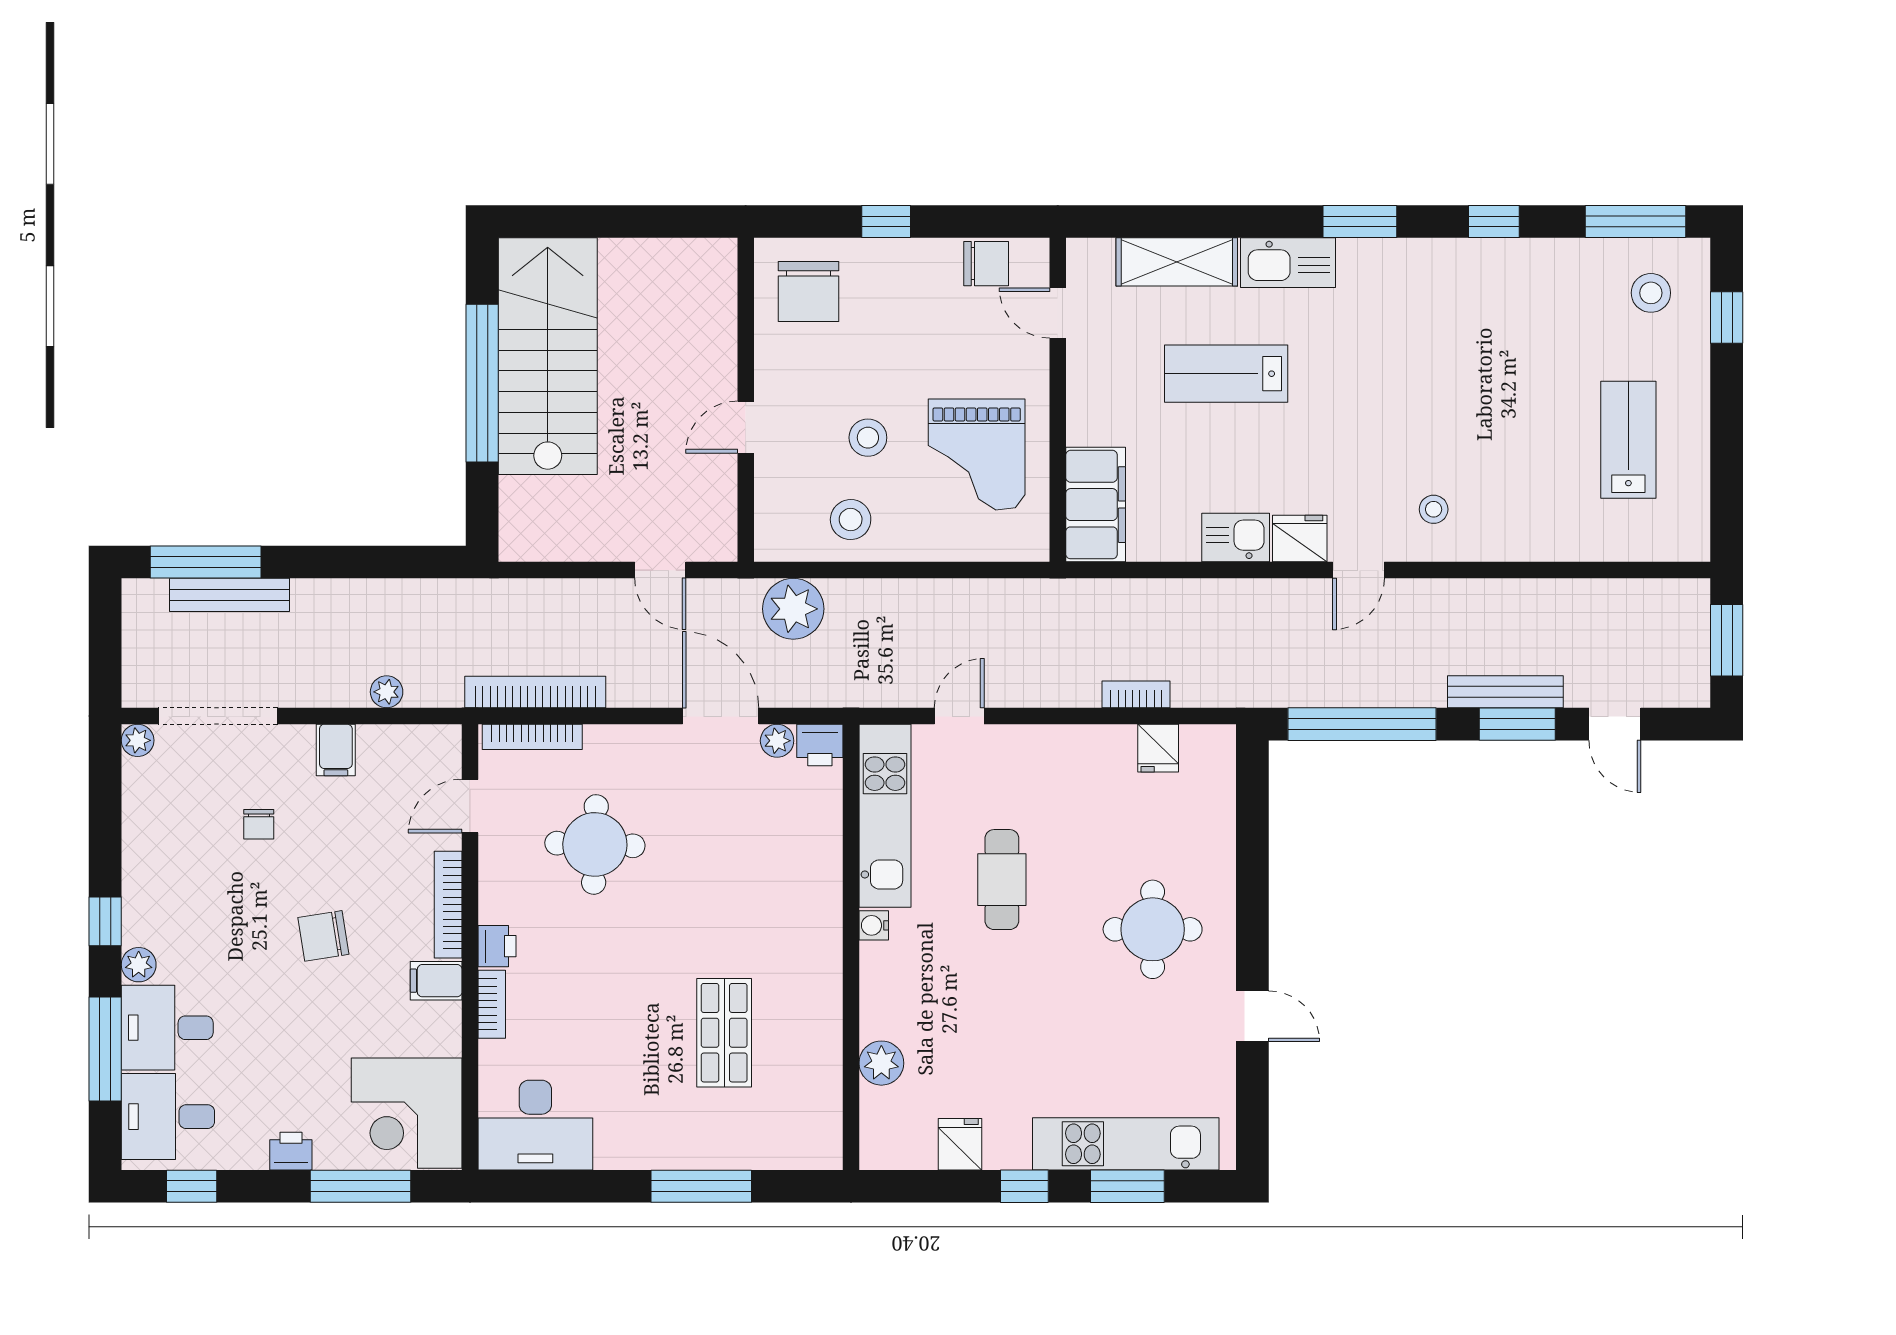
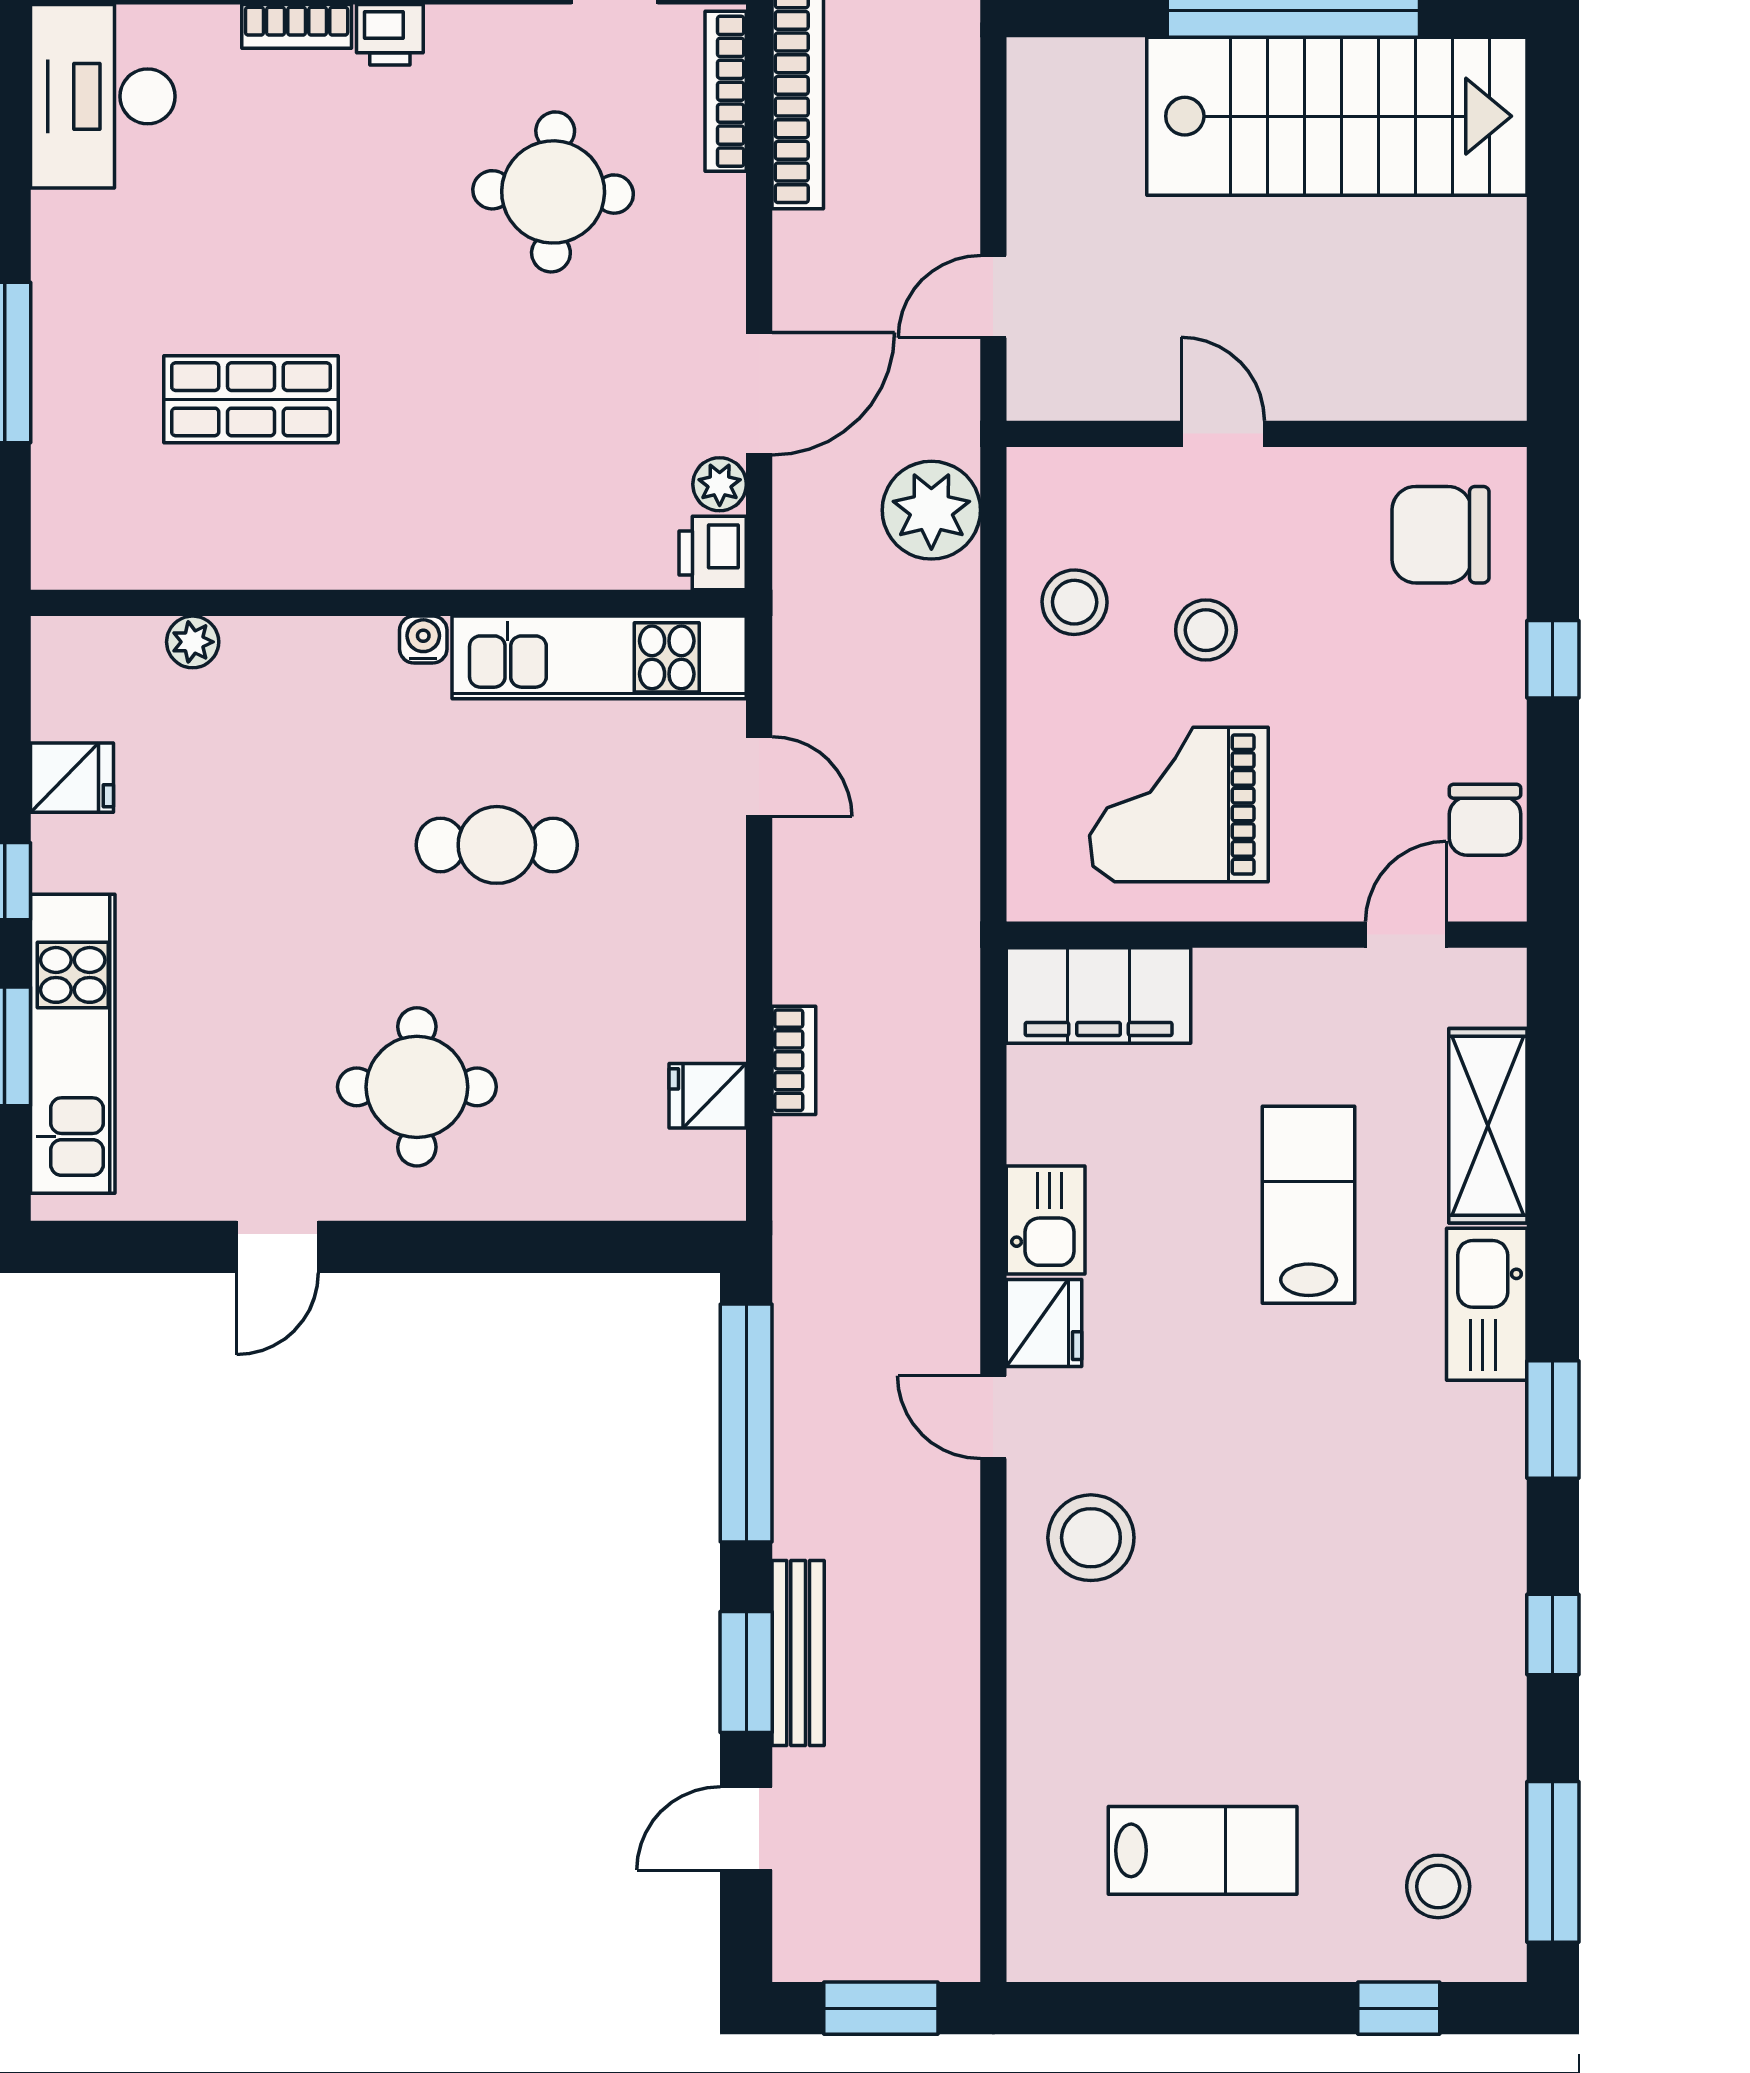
stool: (1434, 509) -> (1091, 1538), width x1.89, depth x1.89
plant: (881, 1063) -> (193, 642), width x0.73, depth x0.73

